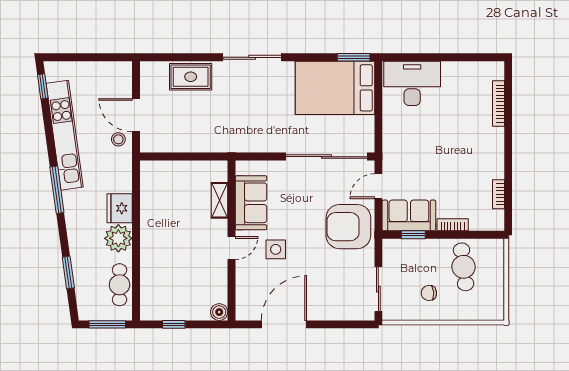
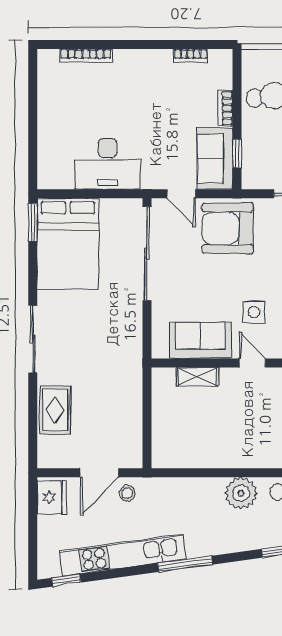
desk: (412, 83) -> (108, 164), moved, turned -90
fridge: (120, 208) -> (52, 497), moved, turned -90
armchair: (348, 227) -> (228, 228), turned 90

